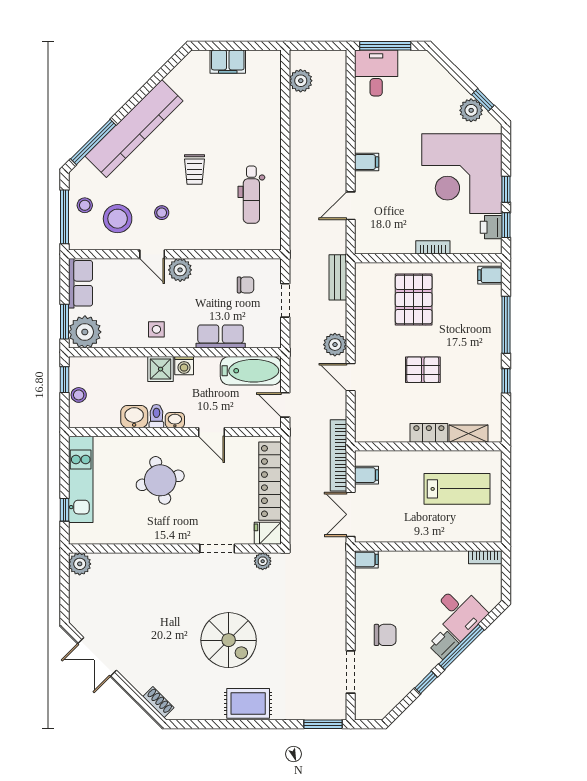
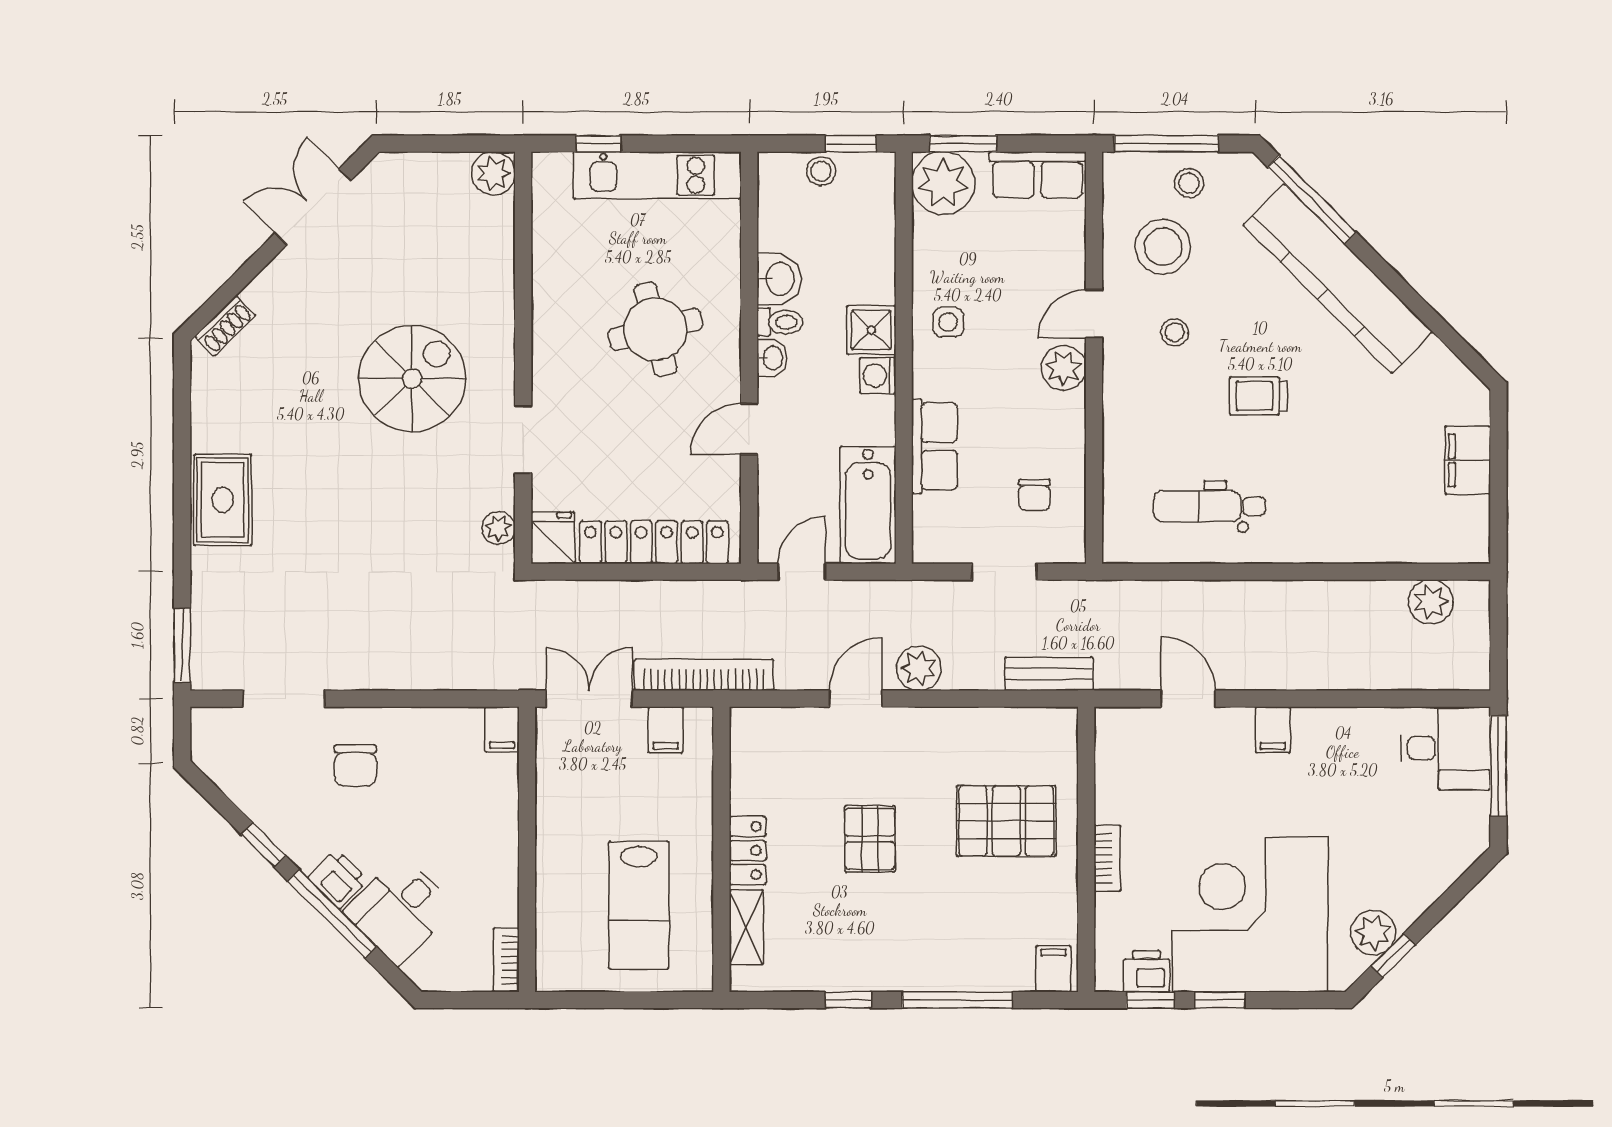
spiral stairs: (229, 640) -> (412, 378), moved, turned 180

